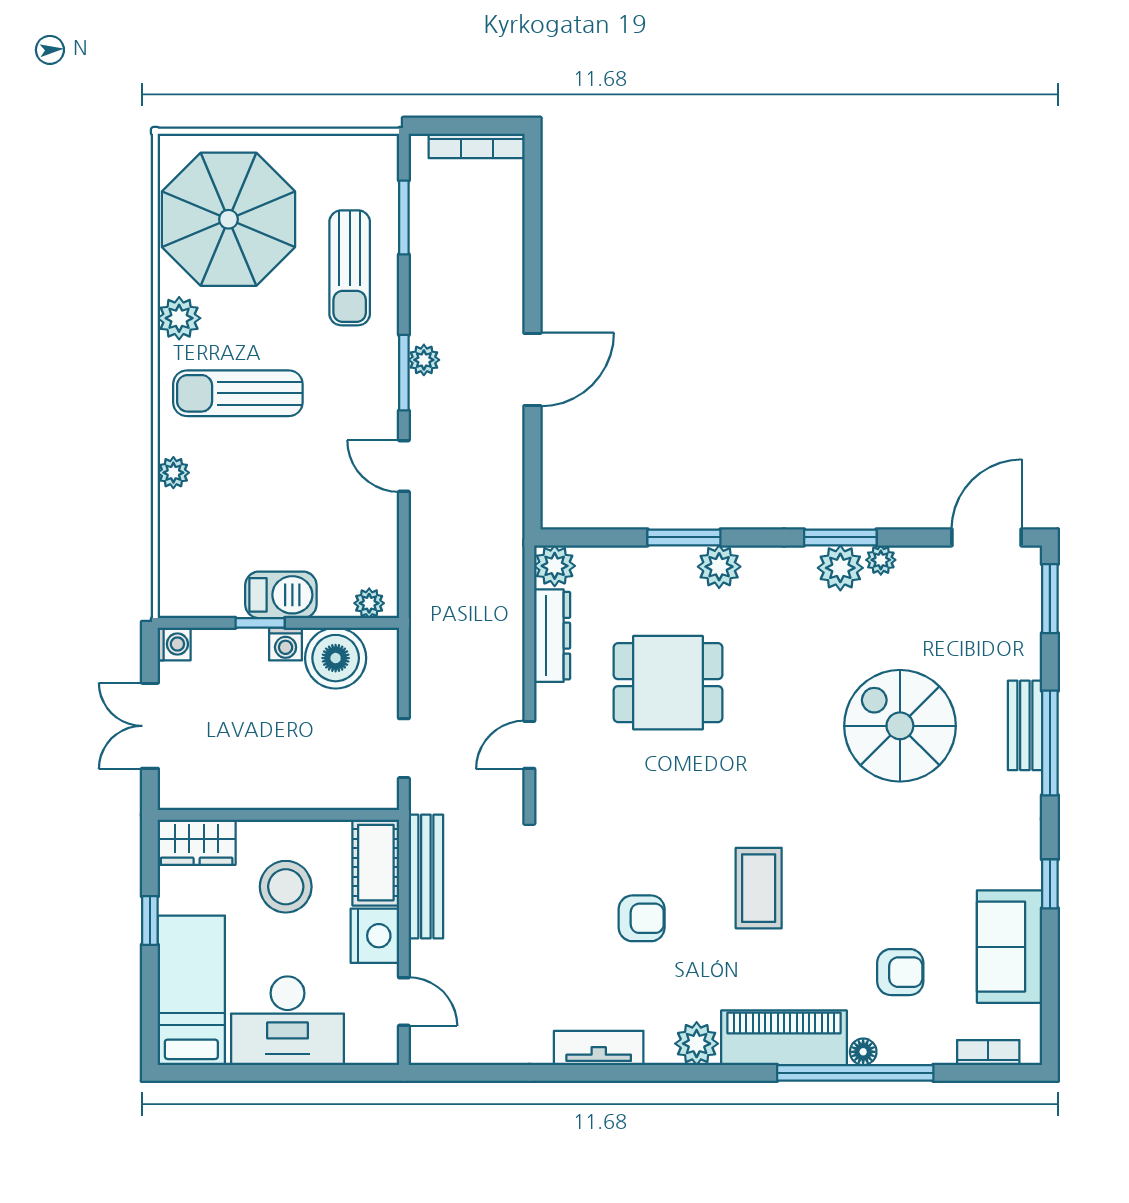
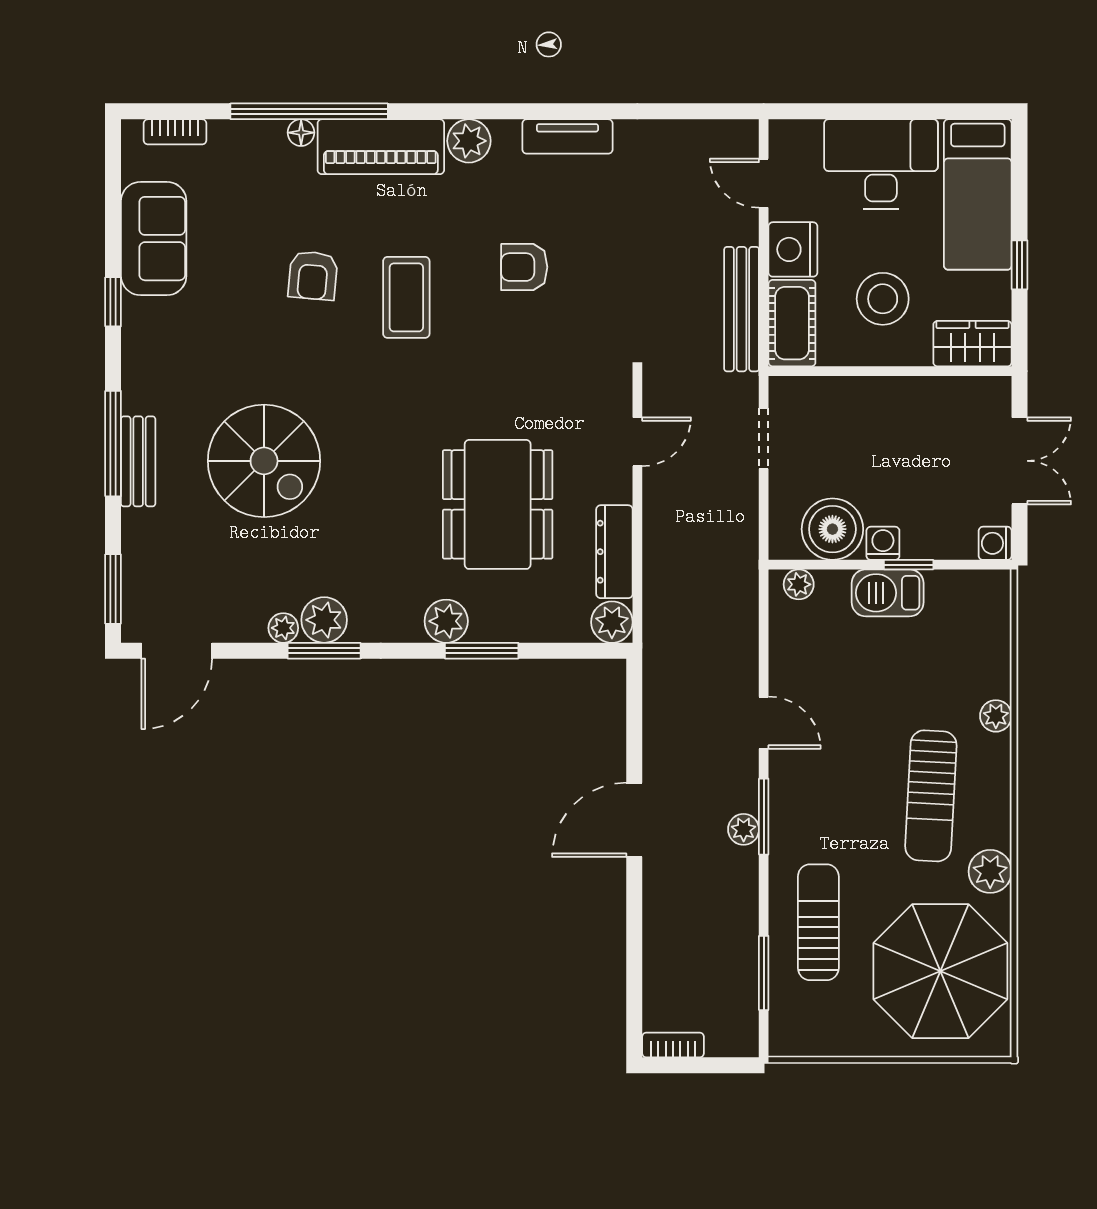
bookcase: (477, 146) -> (673, 1045), width x0.64
sun lounger: (238, 393) -> (931, 796), turned 93
dining table: (668, 683) -> (498, 504), width x1.38
armchair: (900, 972) -> (313, 275), moved, turned -85

